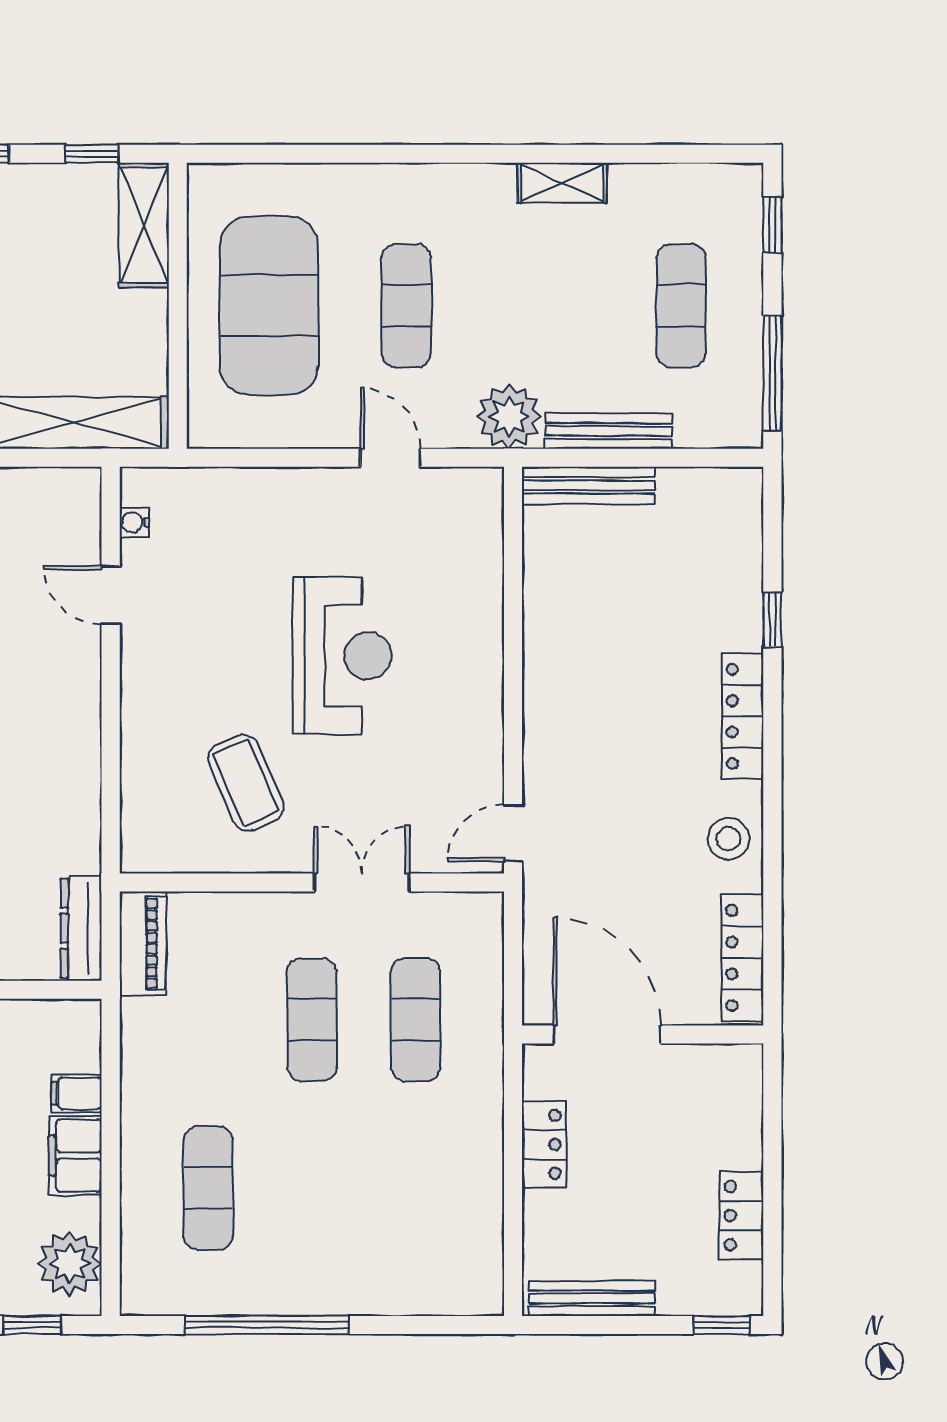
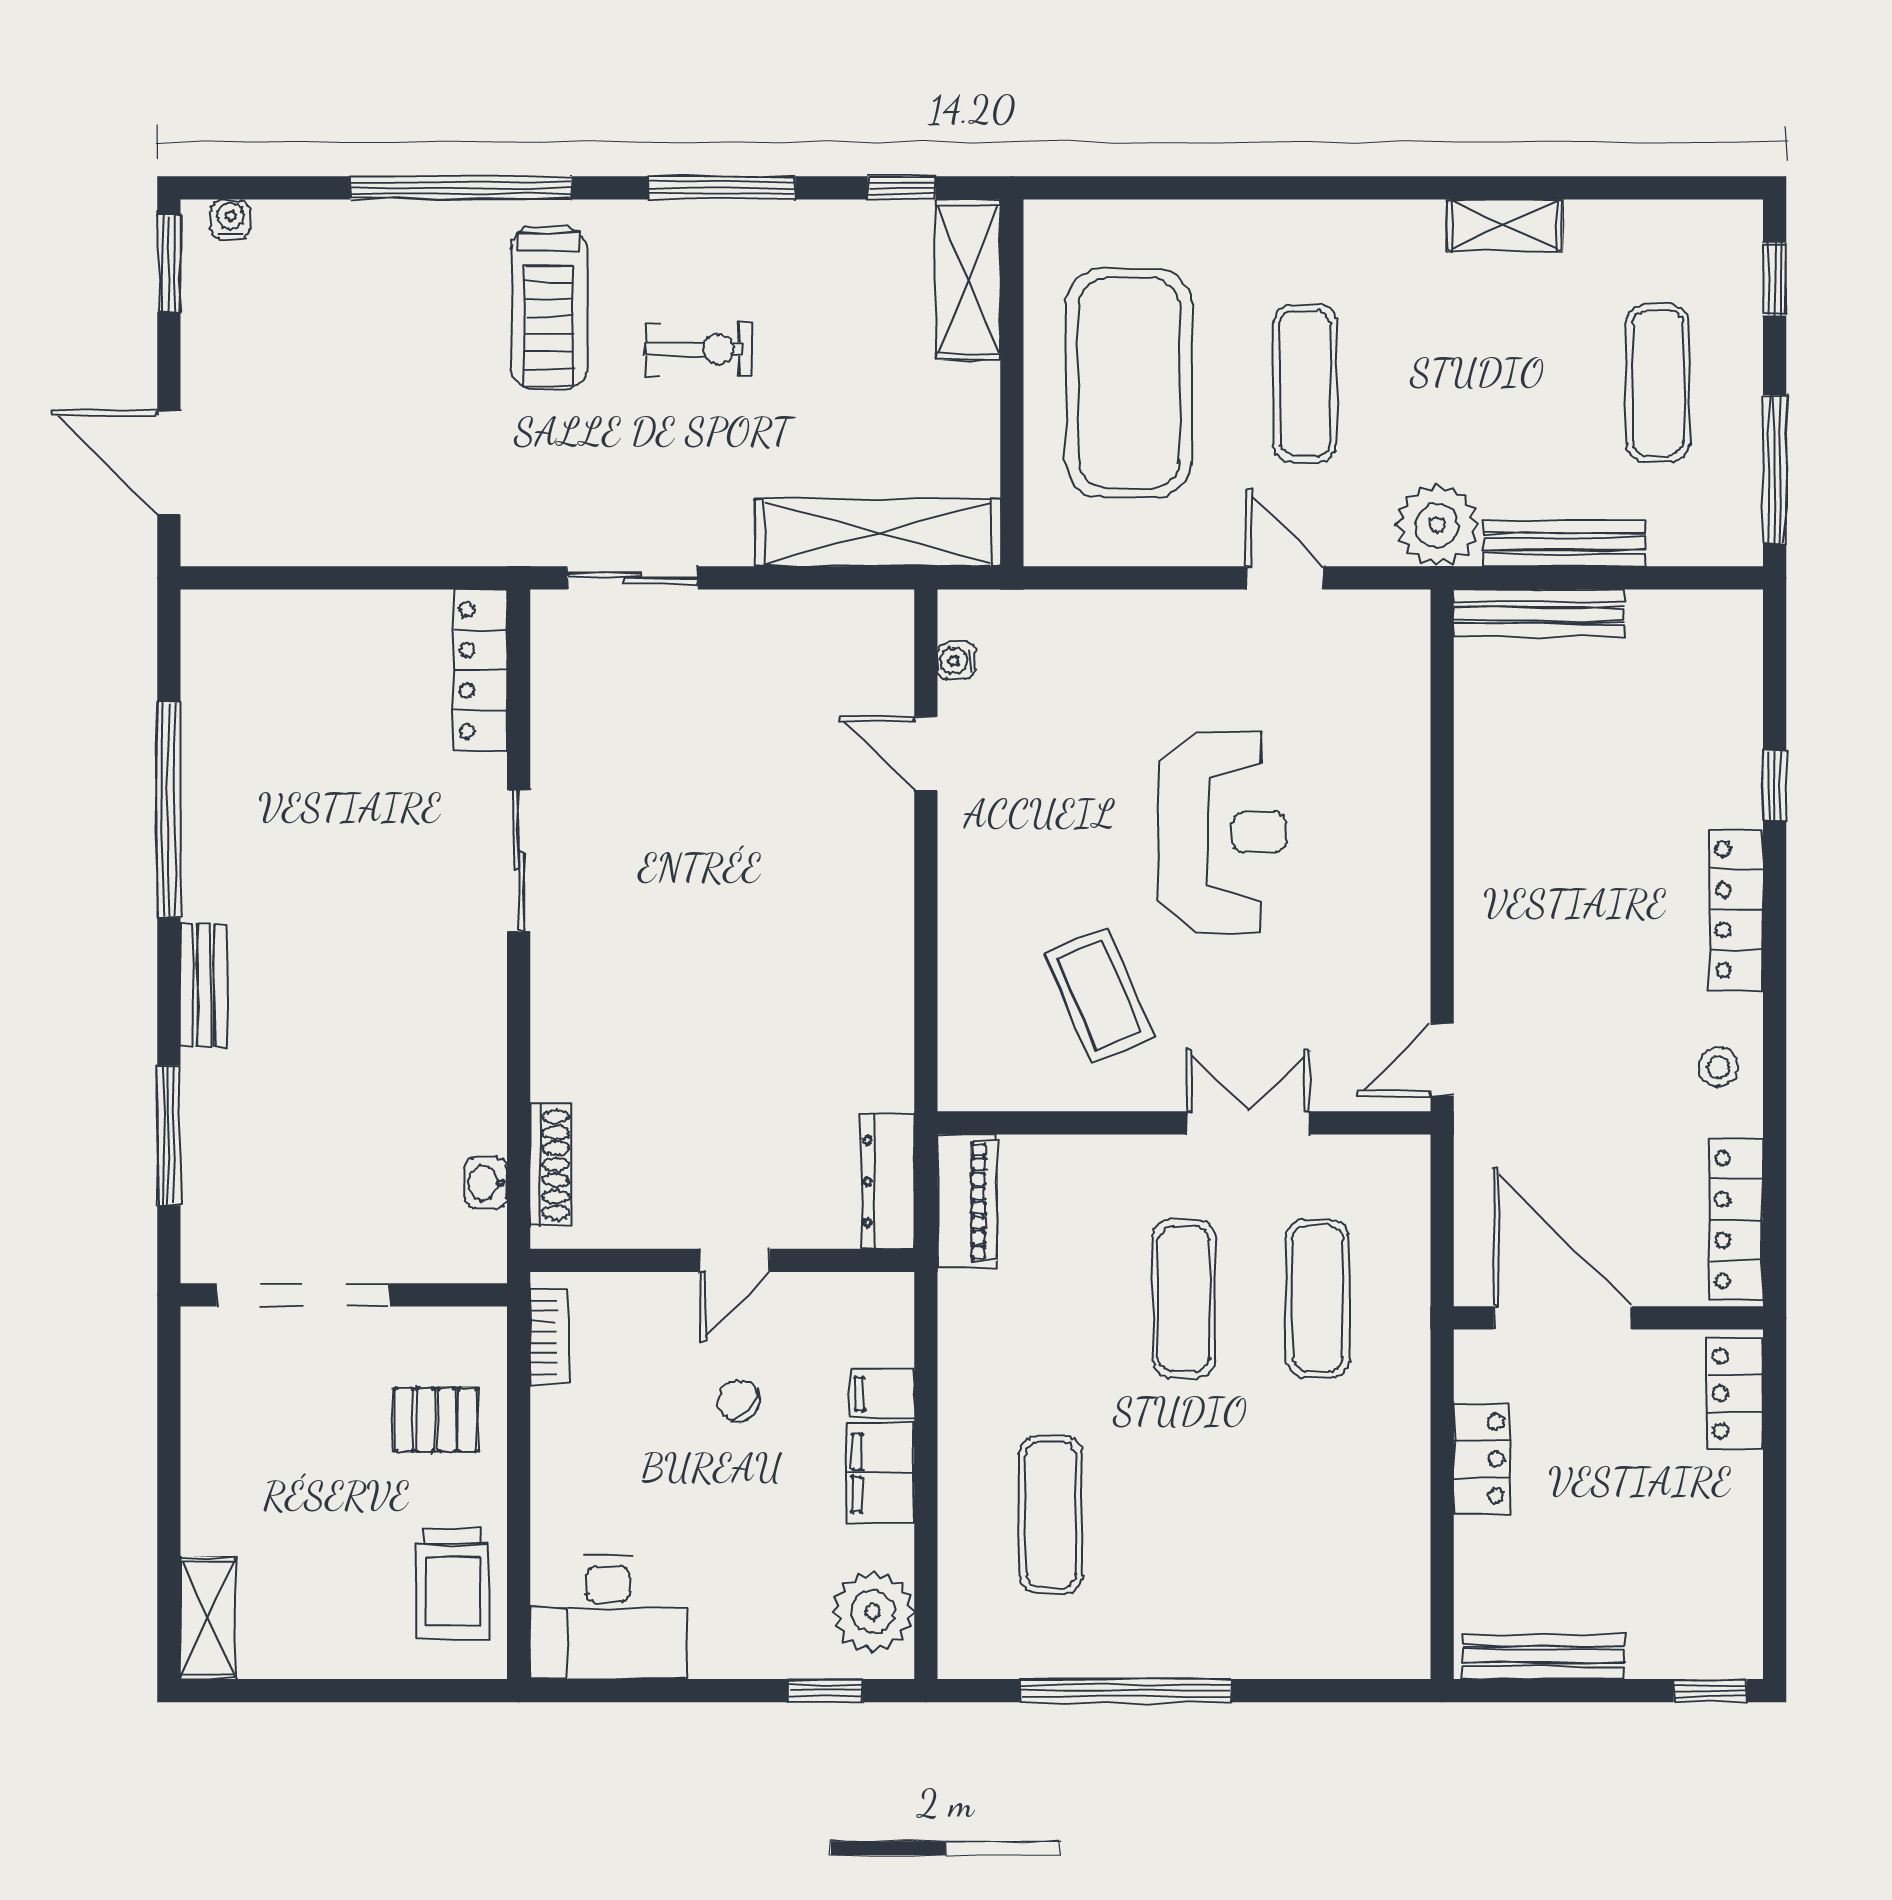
stool: (729, 839) -> (1718, 1067), width x0.73, depth x0.73
locker: (741, 1216) -> (1735, 1393), moved

